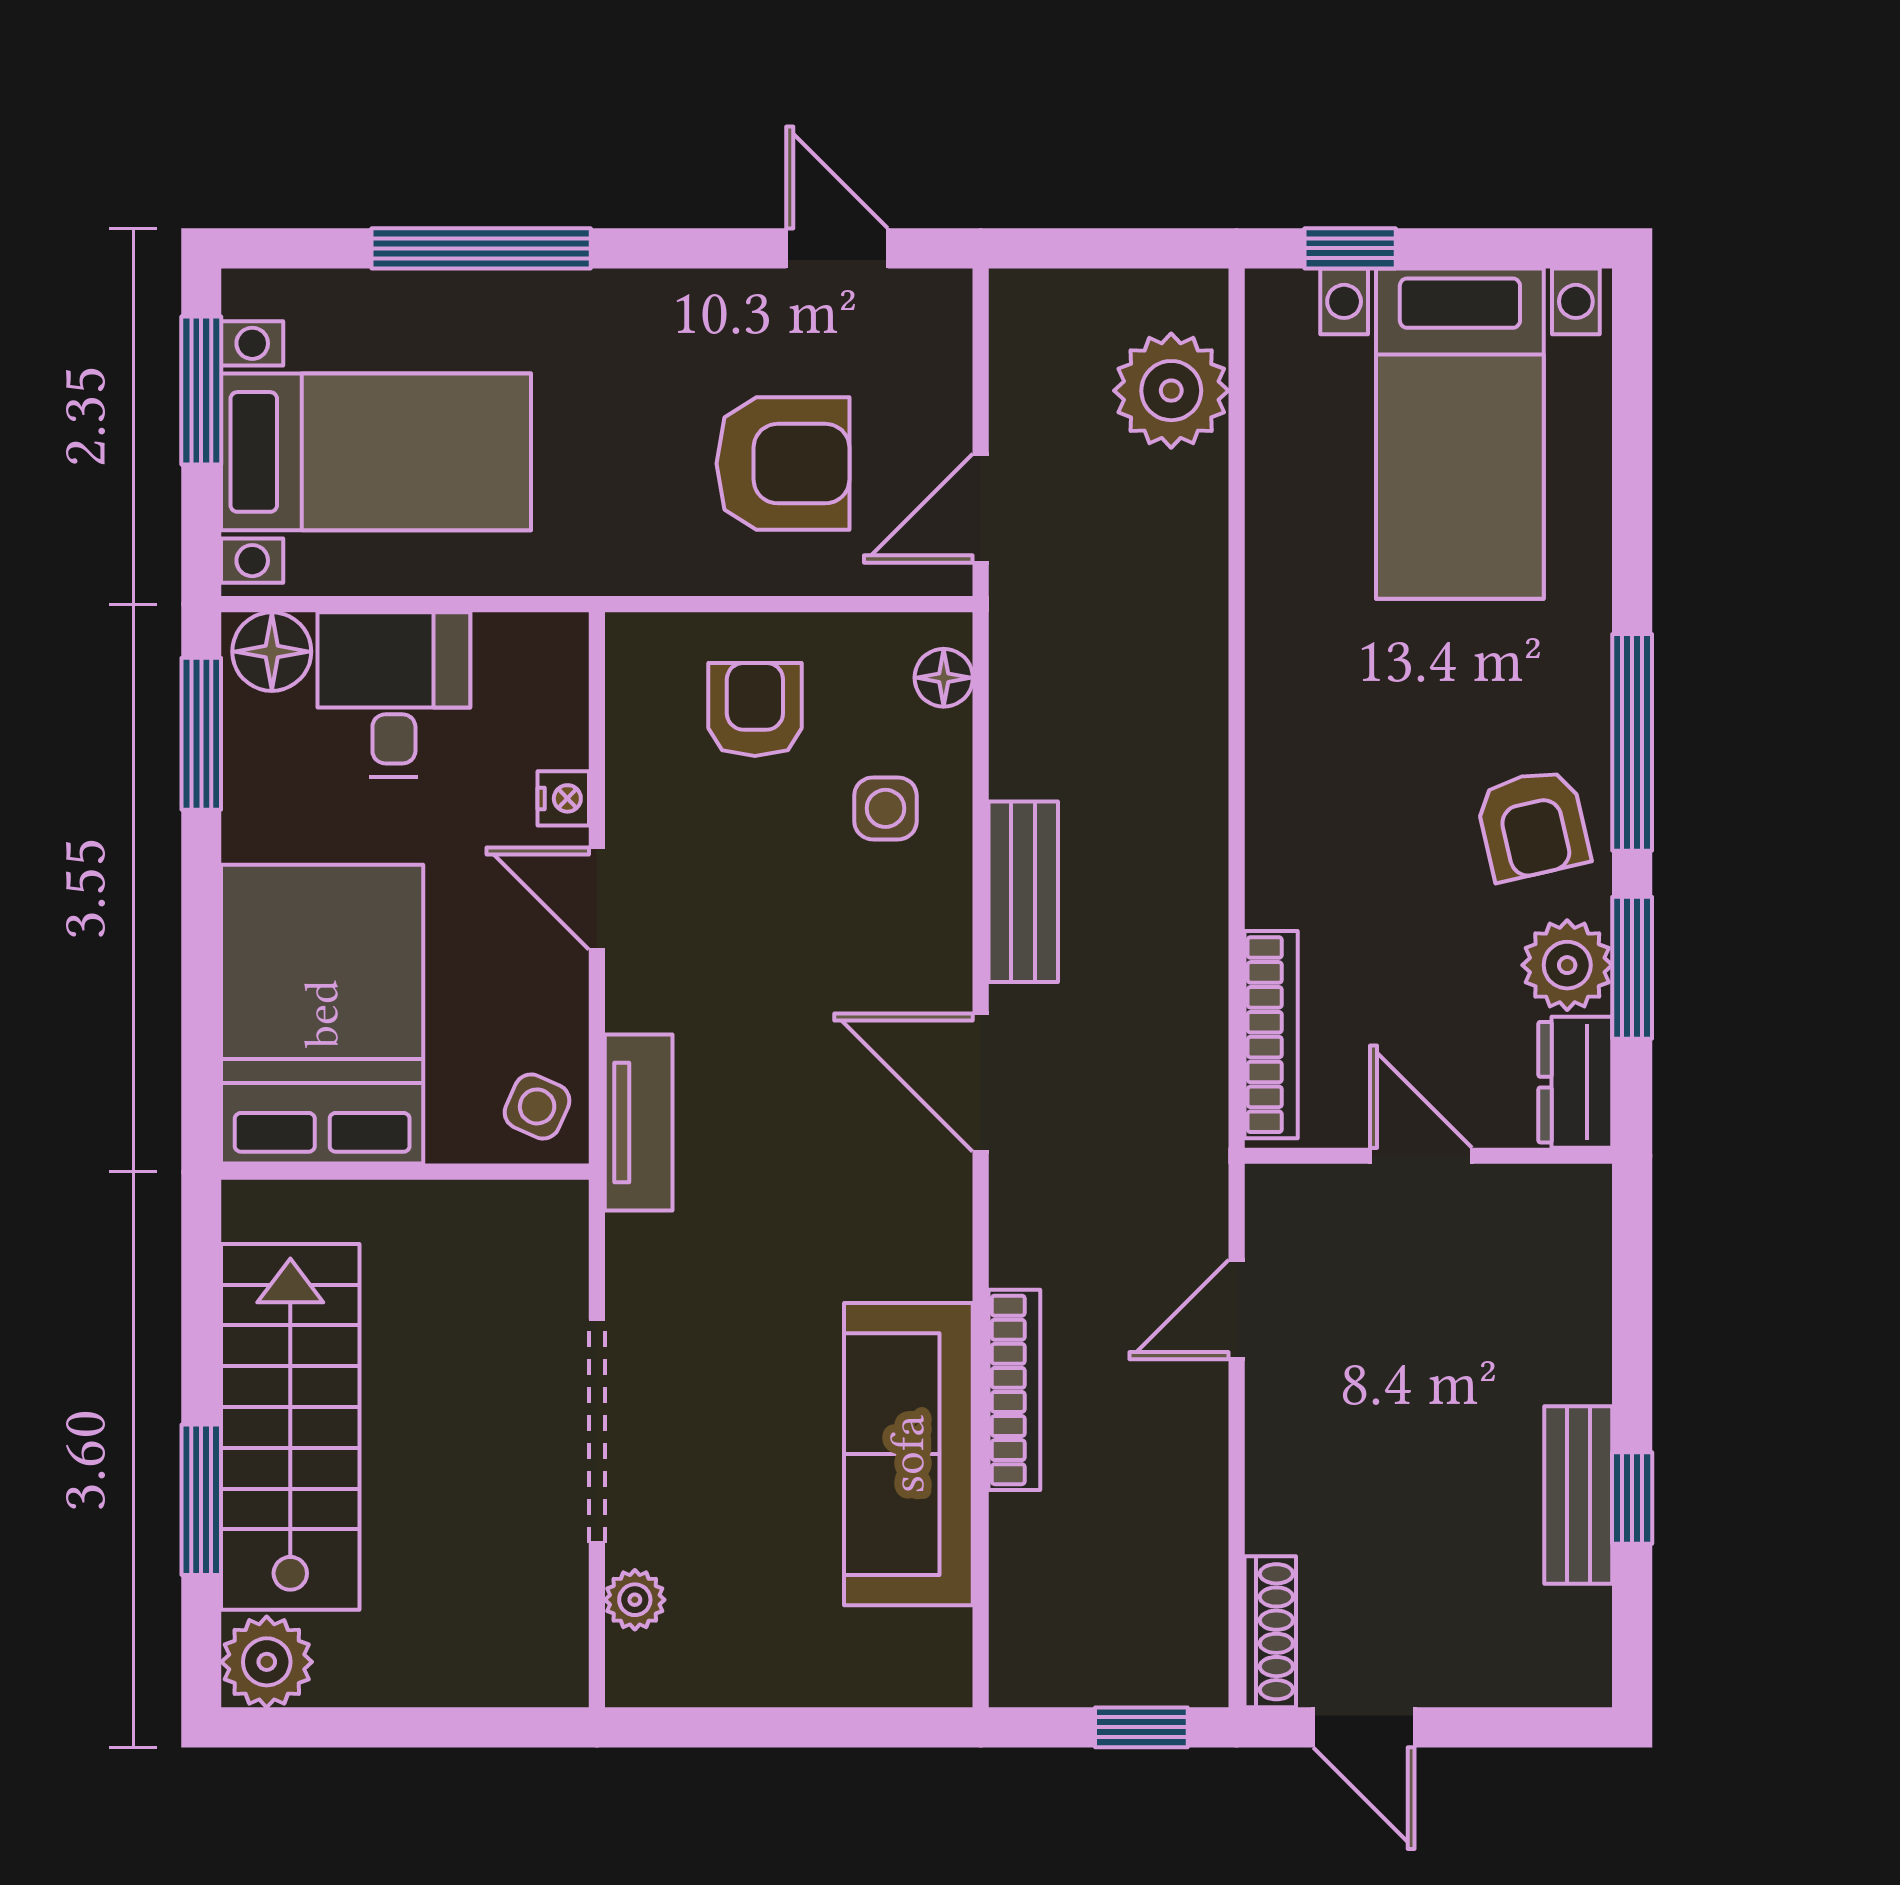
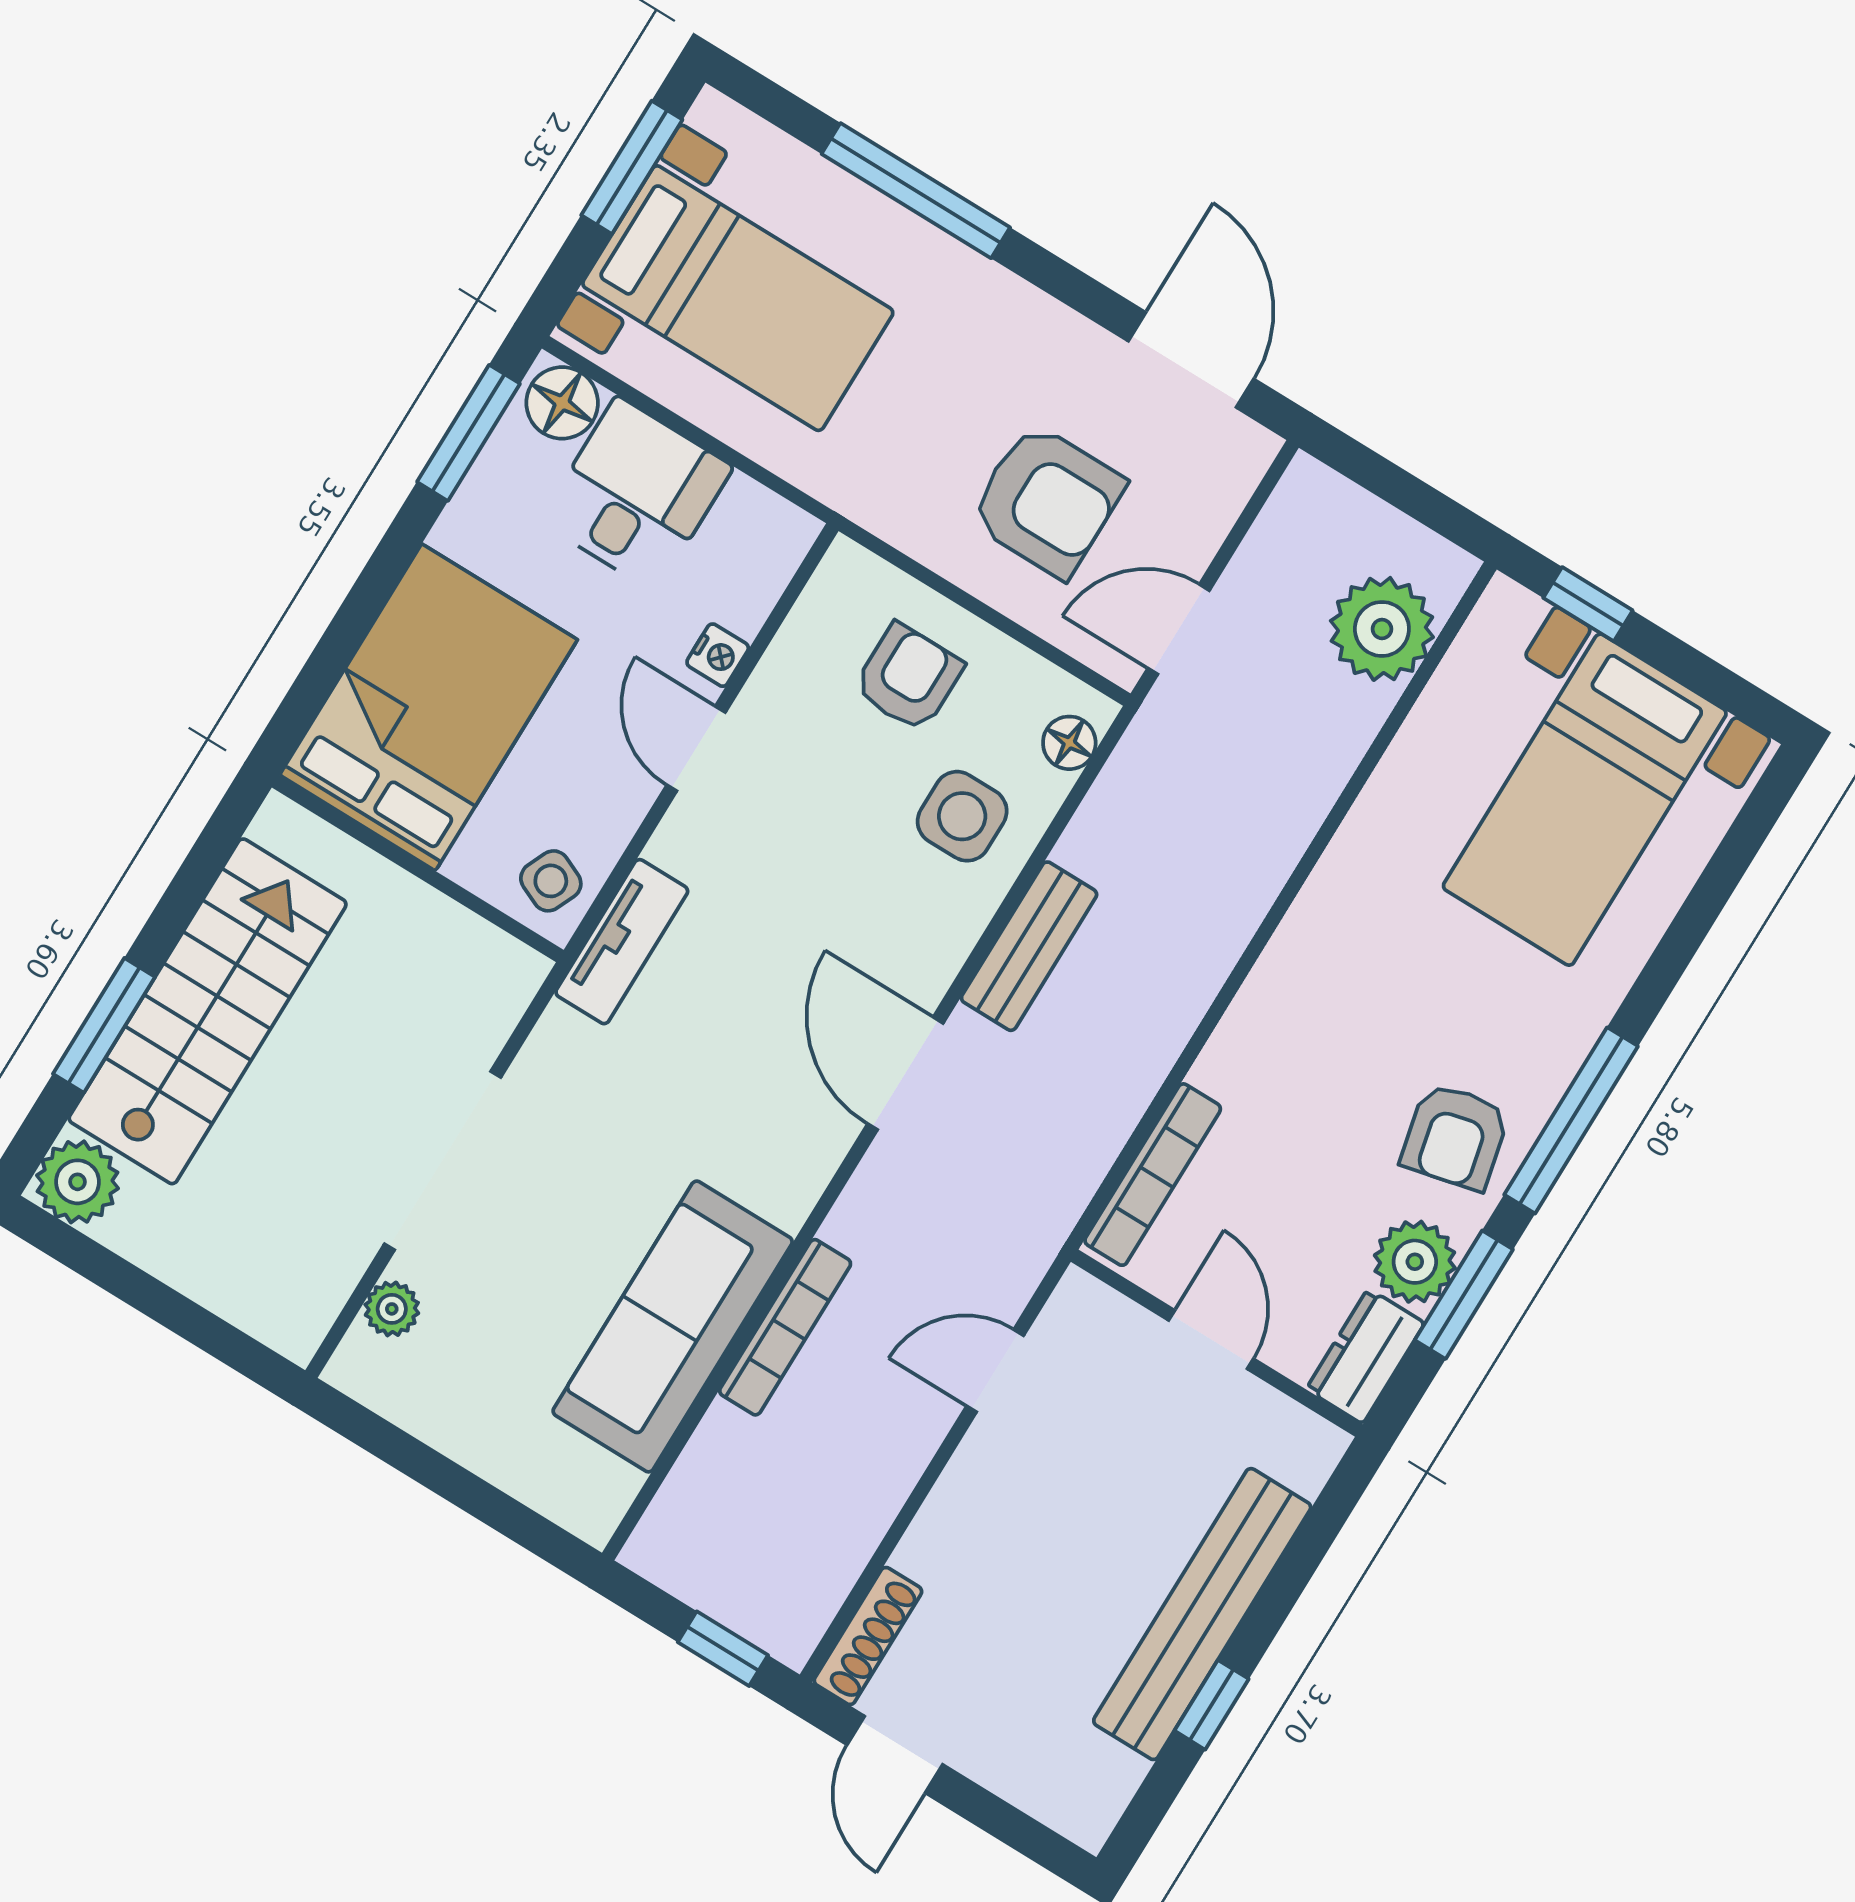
door: (837, 248) -> (1191, 360), width x1.38
side table: (885, 808) -> (962, 816), width x1.37, depth x1.37
bench: (1578, 1495) -> (1202, 1614), width x1.86, depth x1.21

